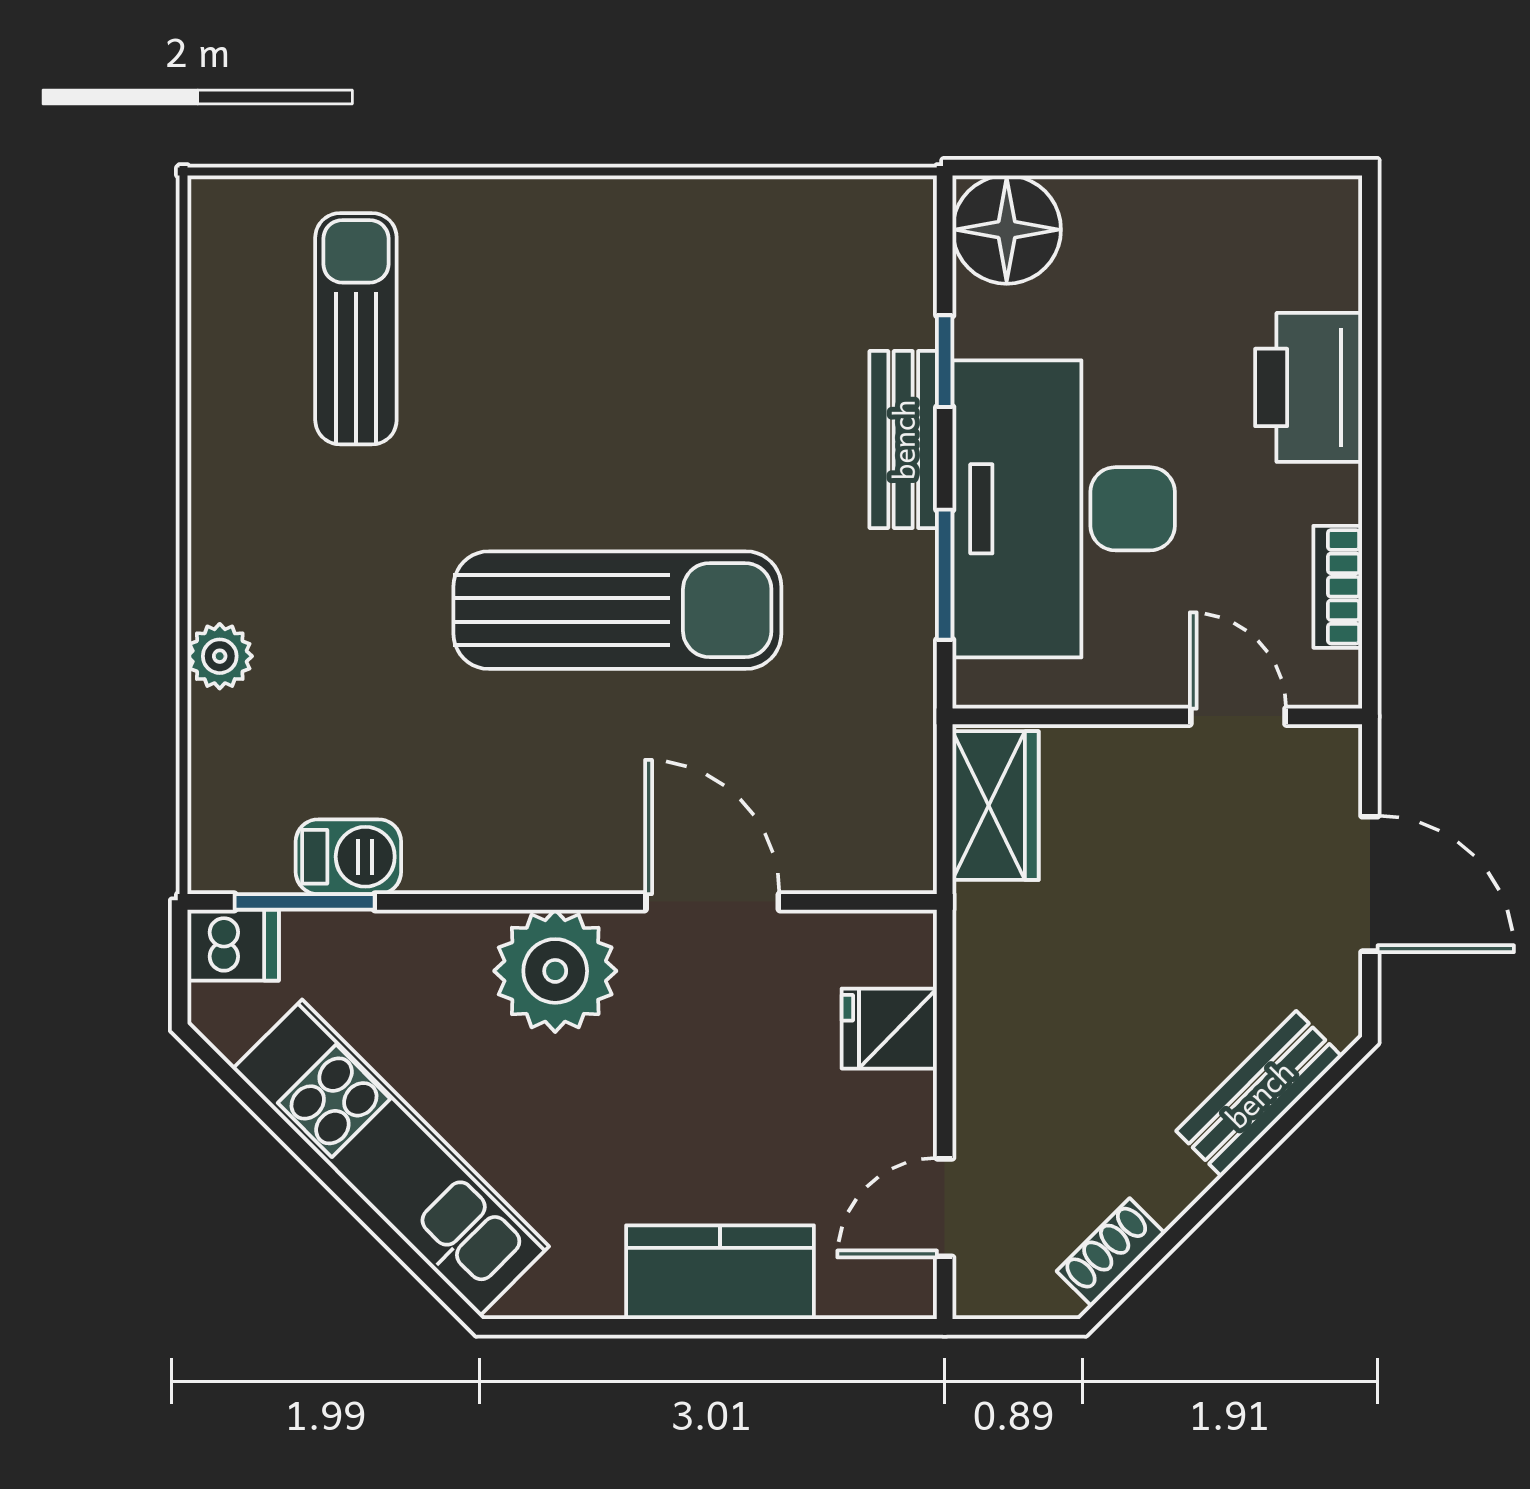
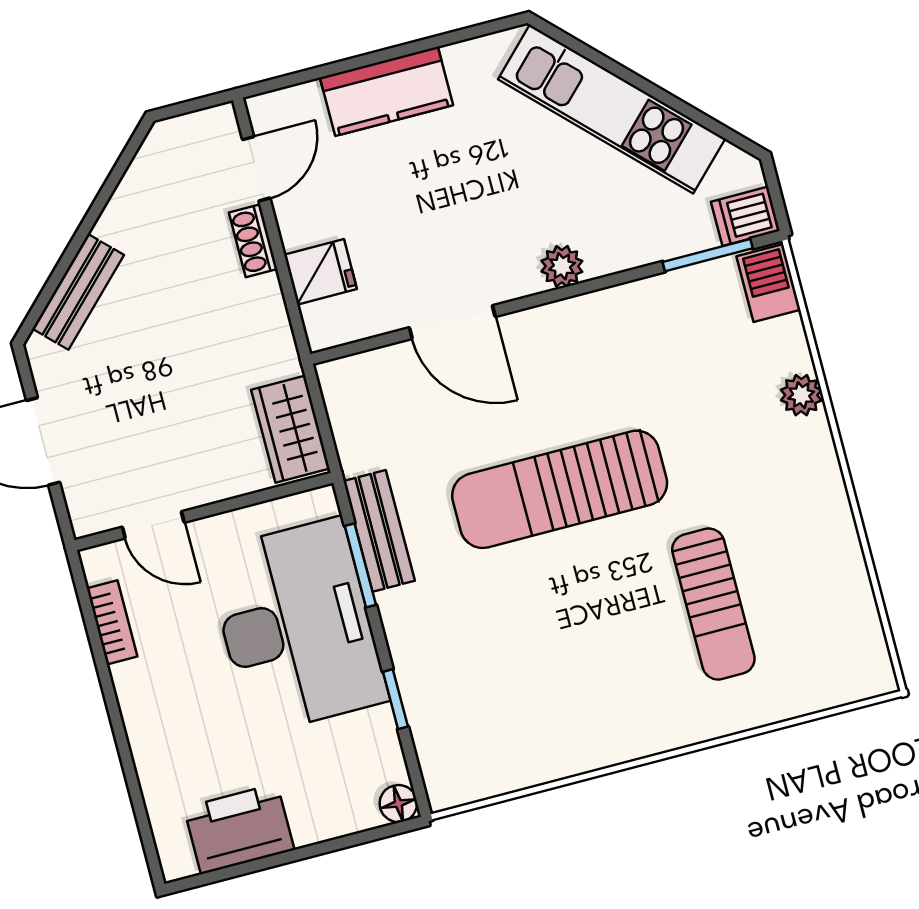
floor lamp: (1007, 230) -> (398, 804), width x0.53, depth x0.53
sun lounger: (356, 329) -> (713, 604), moved
printer: (1309, 387) -> (239, 829), moved, turned -90
bench: (903, 440) -> (379, 531), moved
barbecue: (348, 857) -> (768, 283), moved, turned 90
plant: (555, 971) -> (562, 266), width x0.53, depth x0.53
shoe rack: (1111, 1252) -> (253, 241), moved, turned 135

